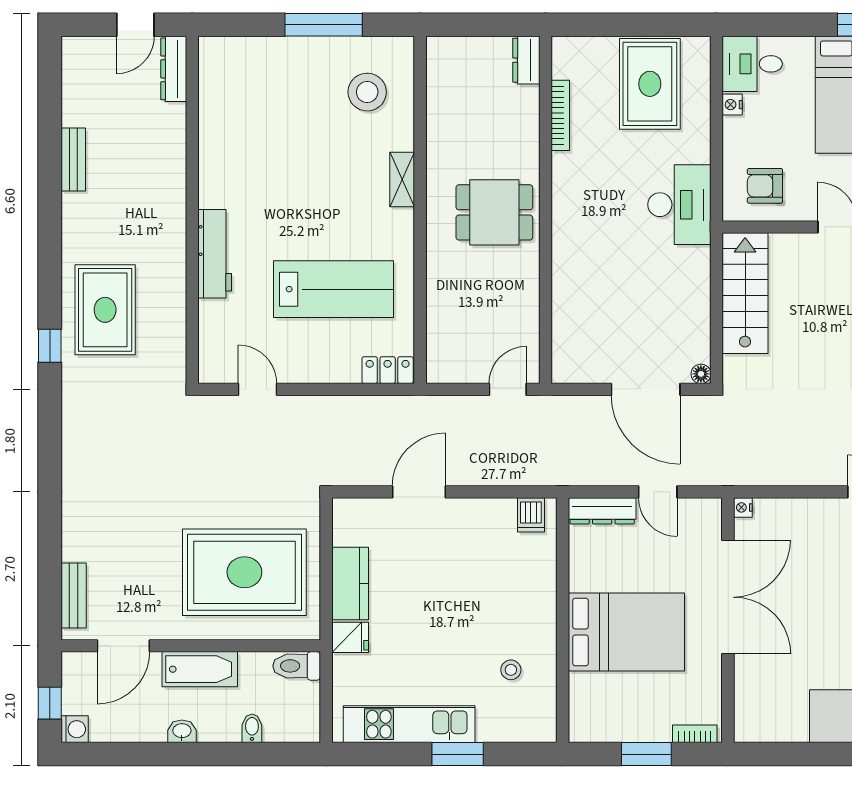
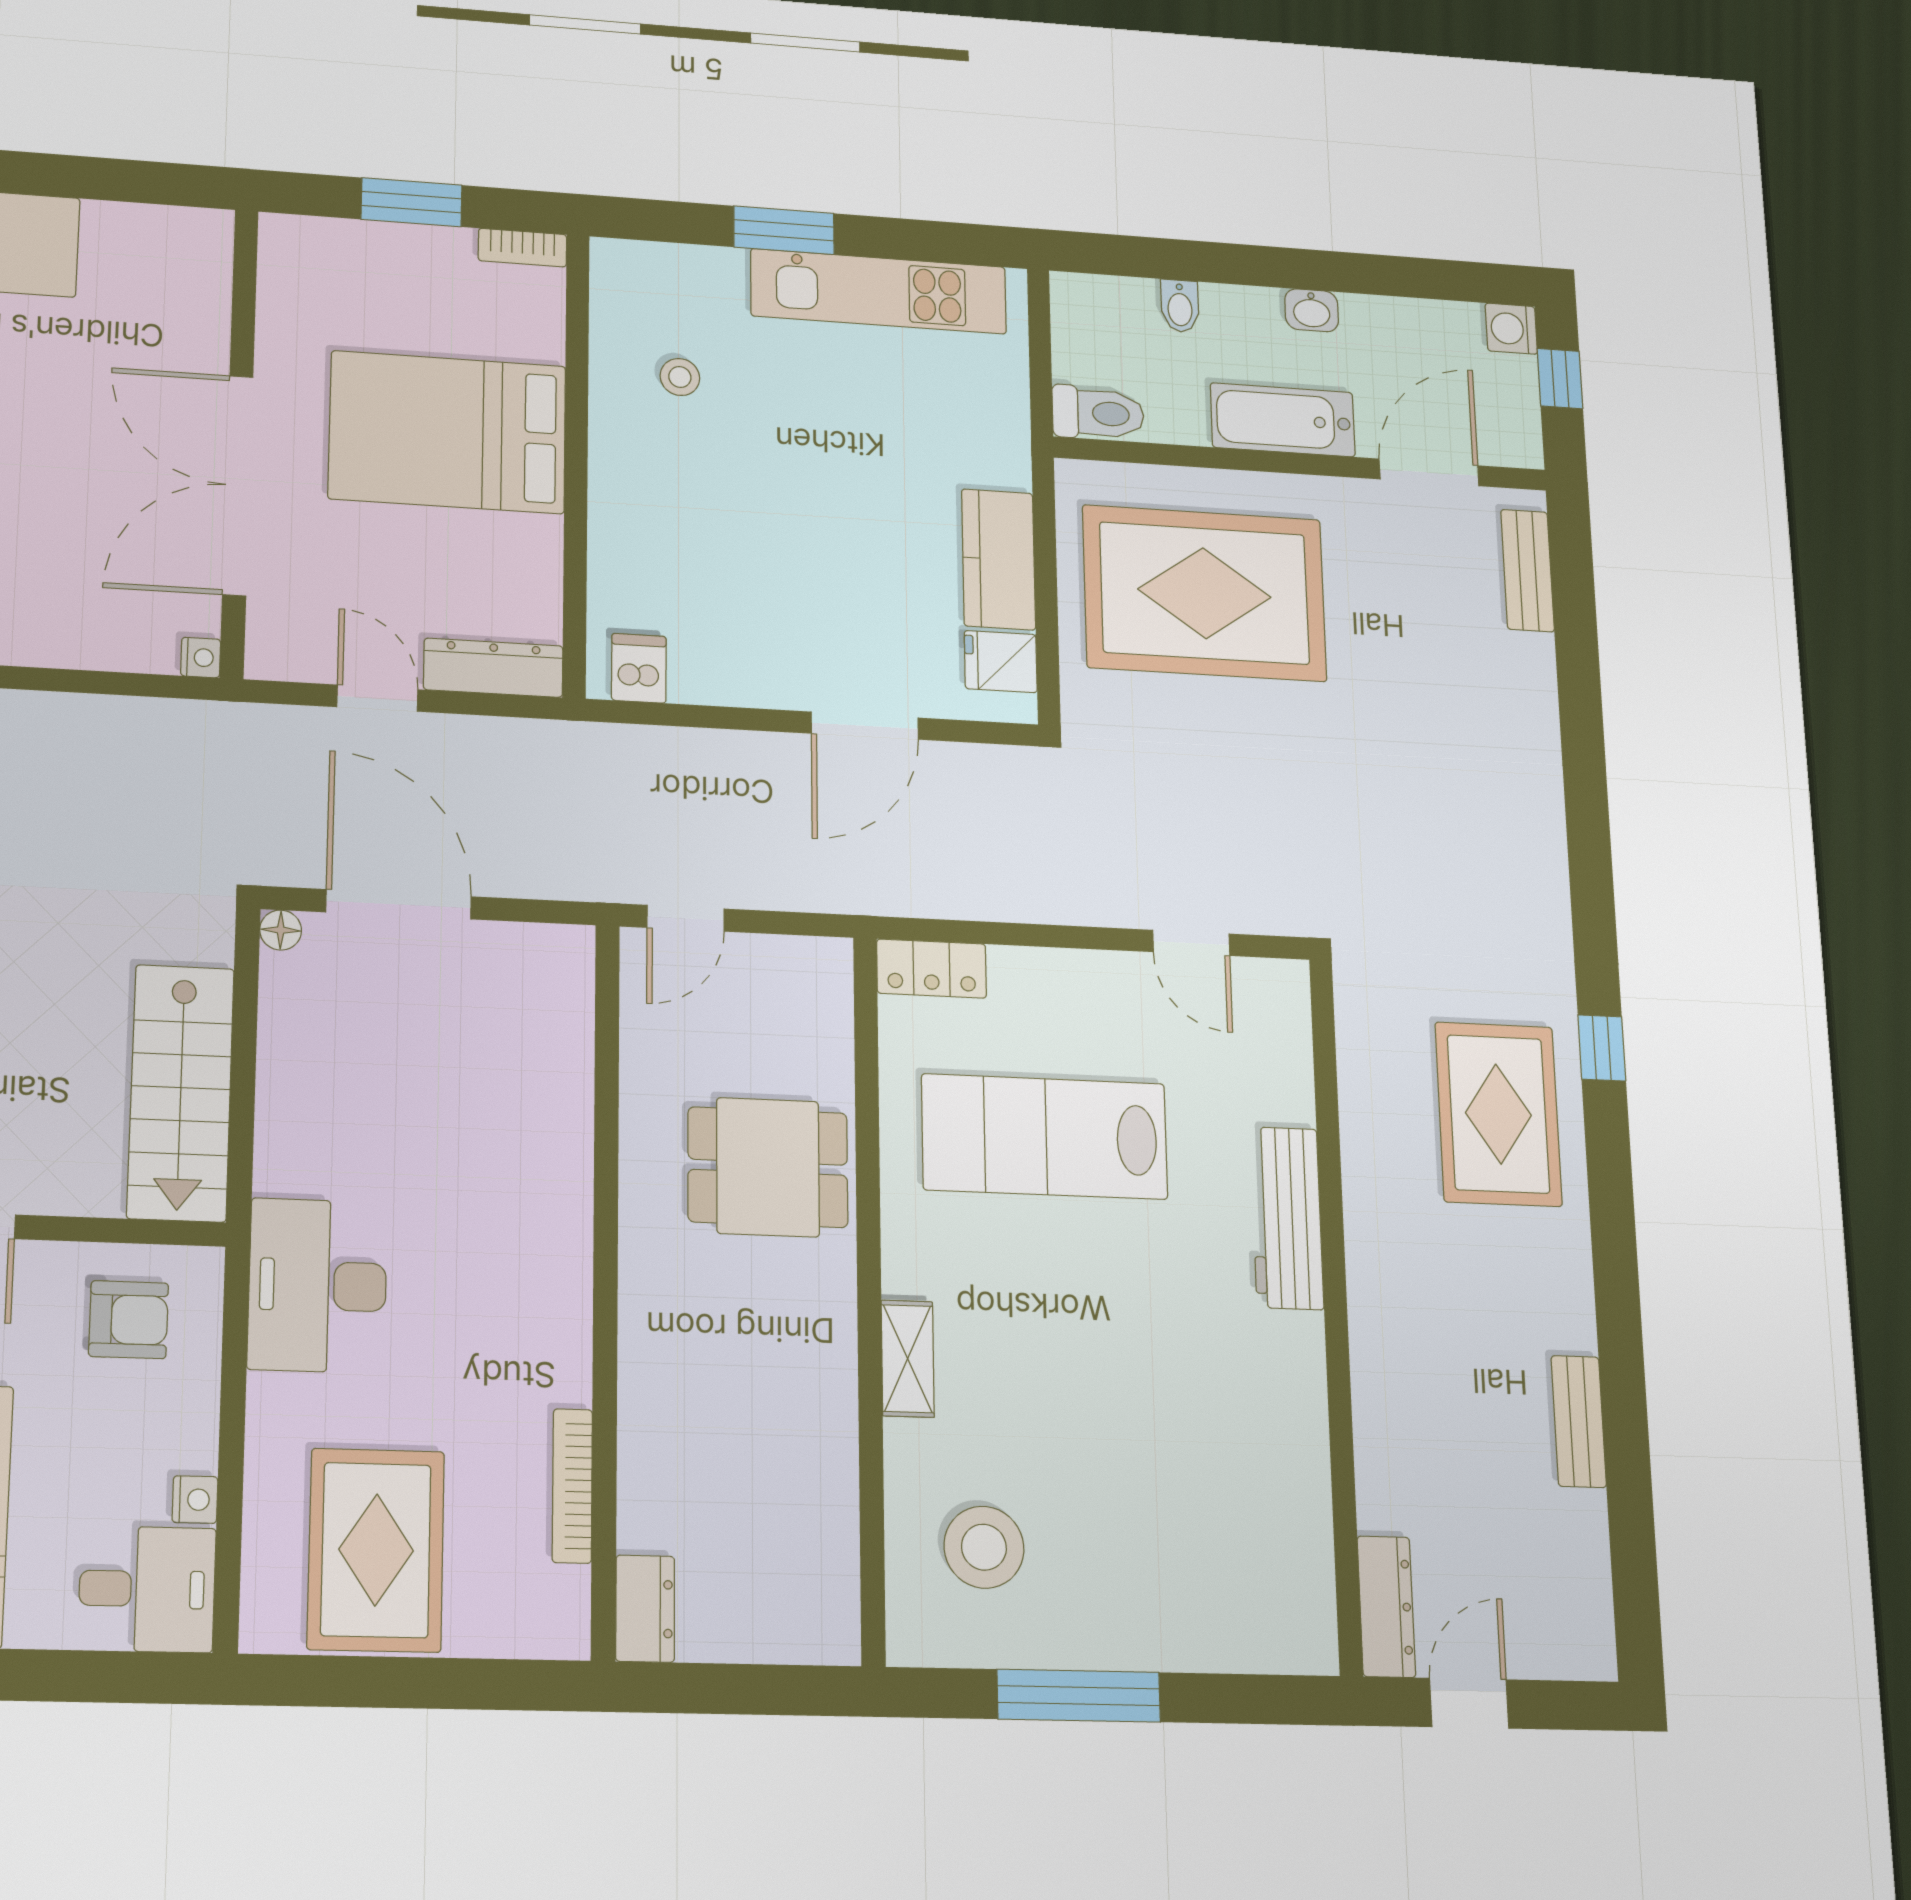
dining table: (494, 212) -> (768, 1167), moved
fridge: (350, 637) -> (1001, 662), moved
bookcase: (695, 734) -> (523, 248), moved

